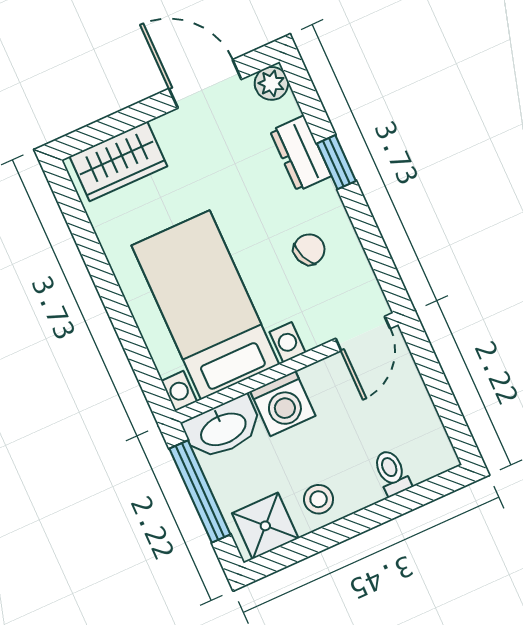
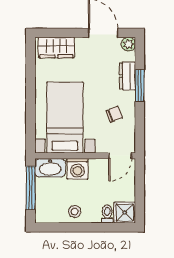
window: (336, 162) -> (140, 86), width x1.50
shower: (265, 526) -> (125, 212), moved

